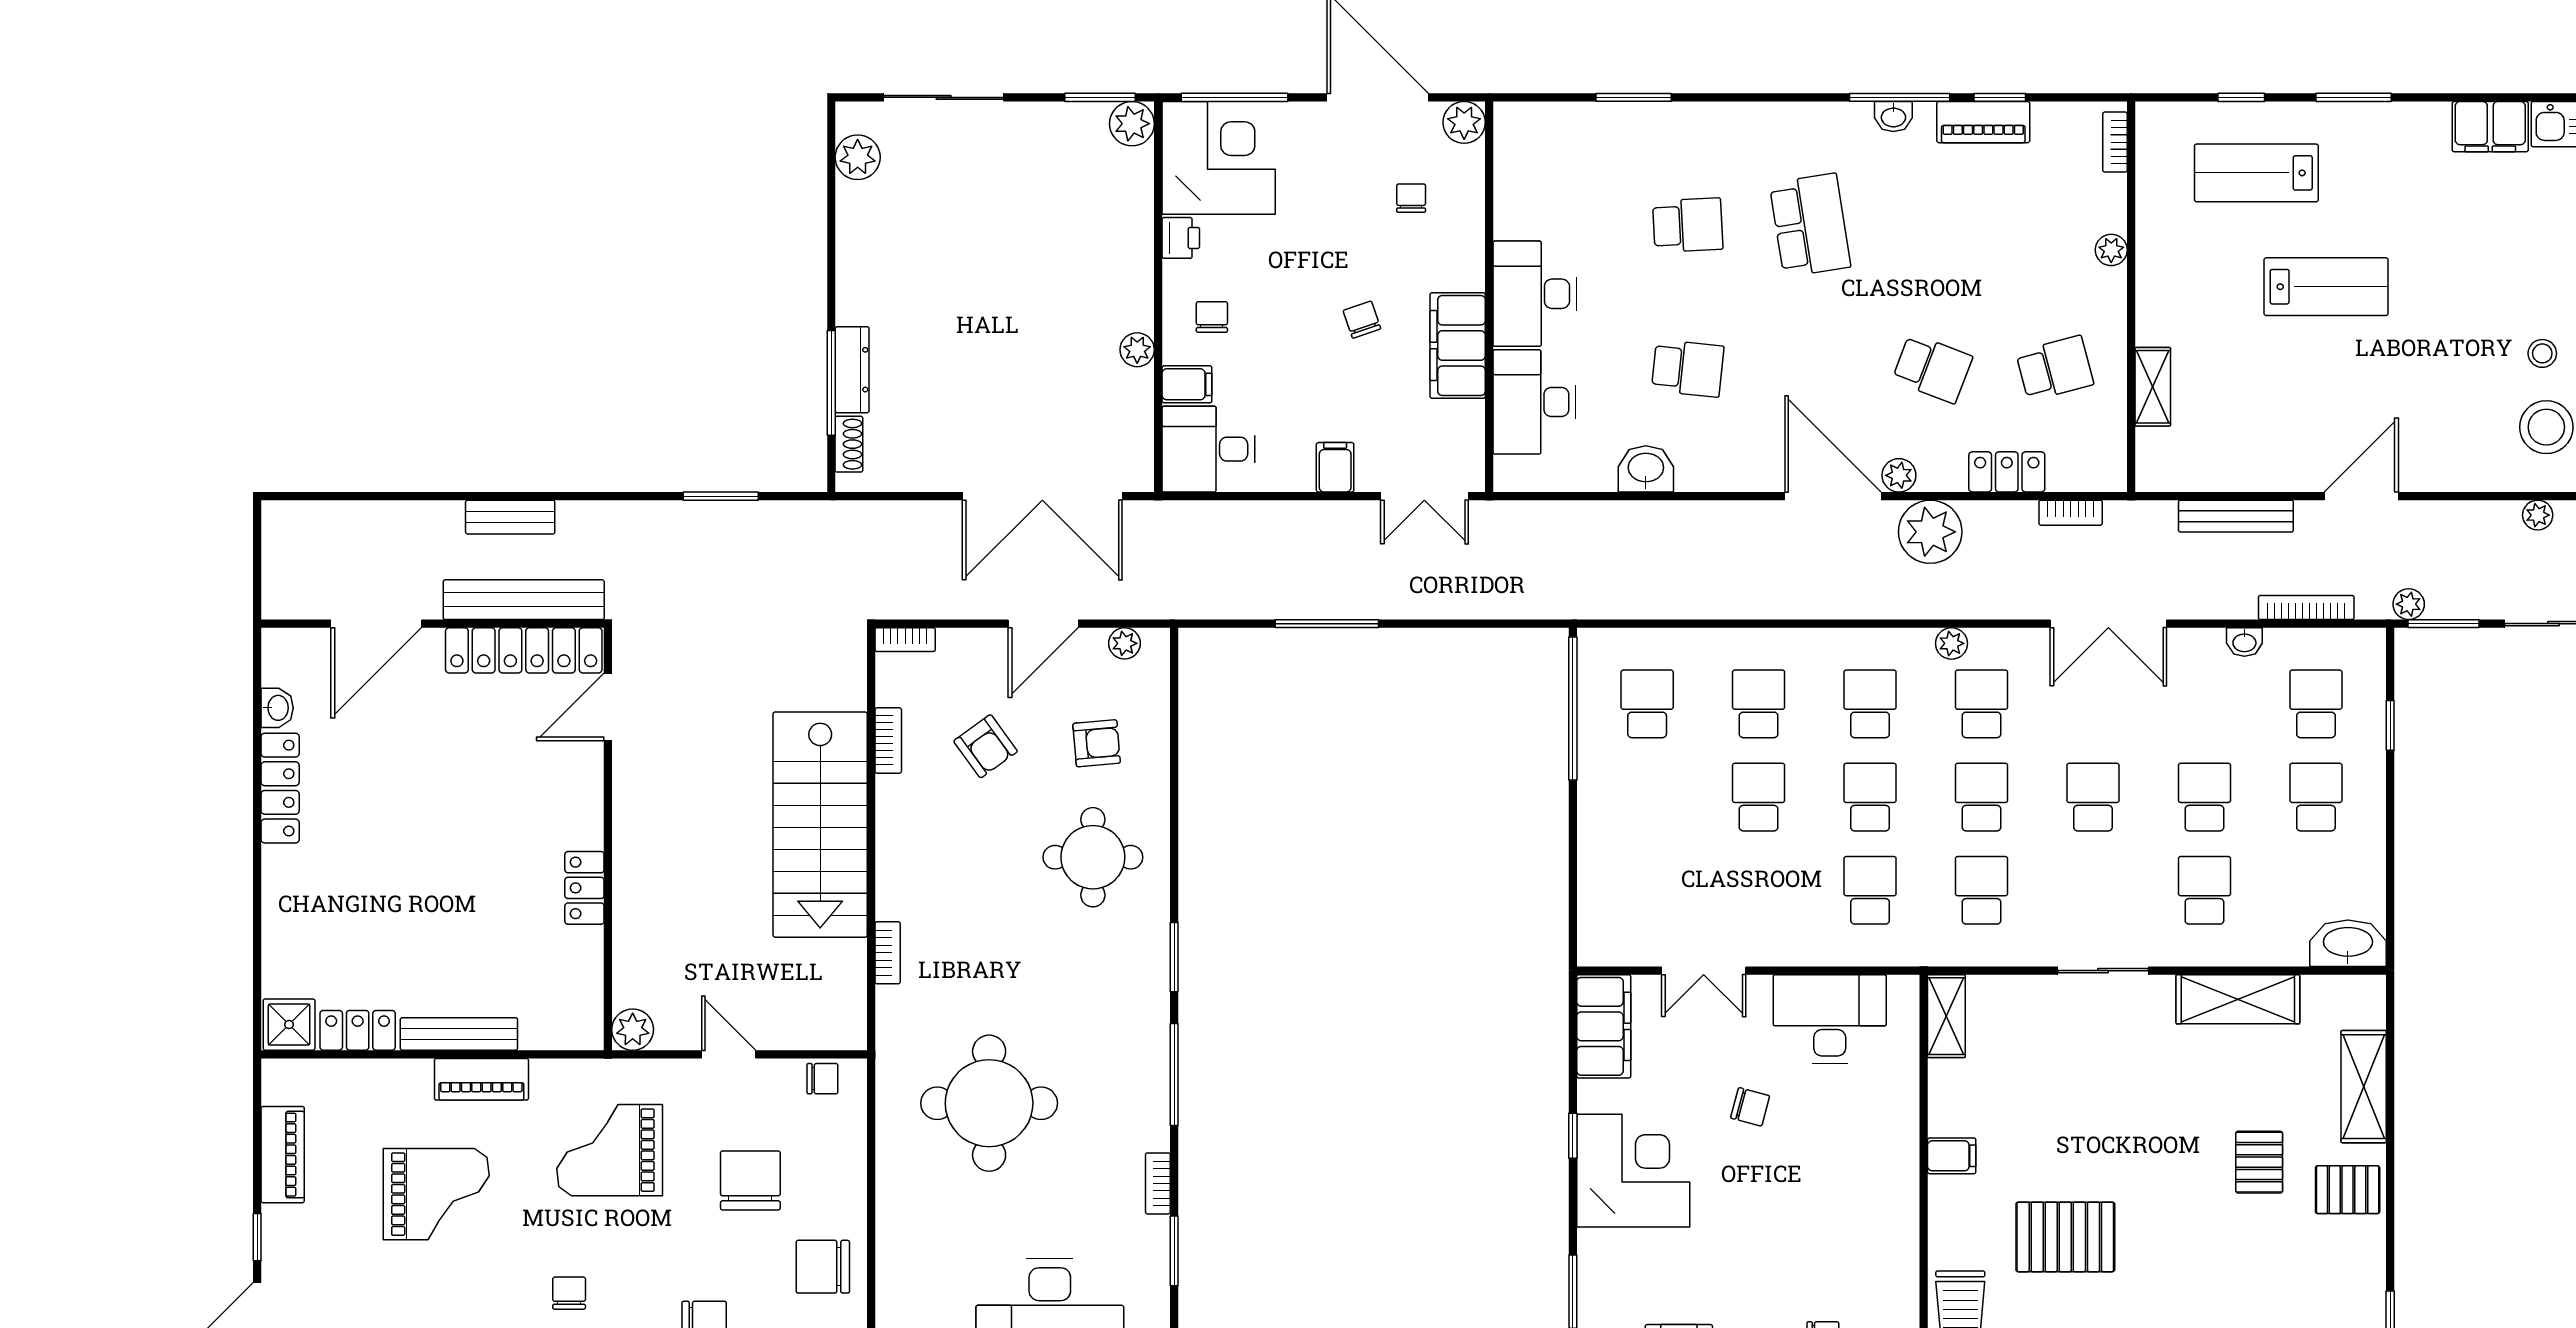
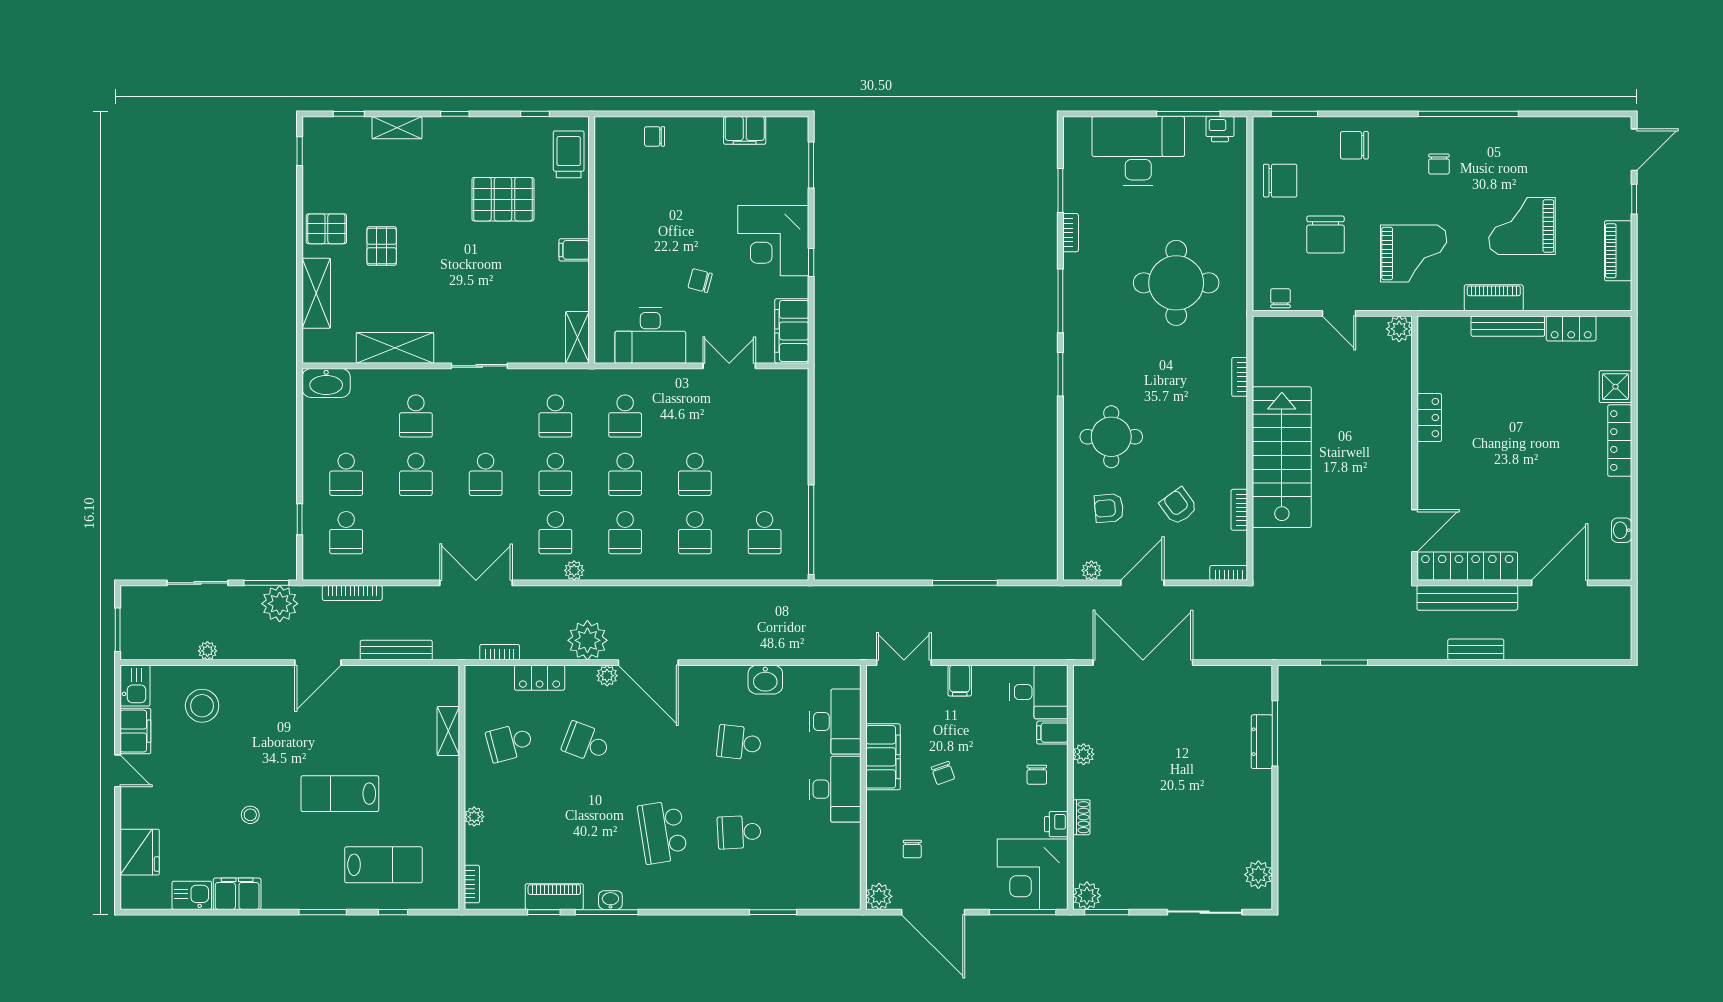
stool: (2542, 353) -> (250, 815), moved
shoe rack: (849, 444) -> (1081, 817), moved, turned 180
plant: (2409, 604) -> (280, 604), width x1.87, depth x1.87
washbasin: (2244, 642) -> (391, 571), removed
locker: (280, 788) -> (1620, 441), moved
shower: (289, 1025) -> (1615, 387), moved
chair: (822, 1079) -> (1280, 298), turned 90

